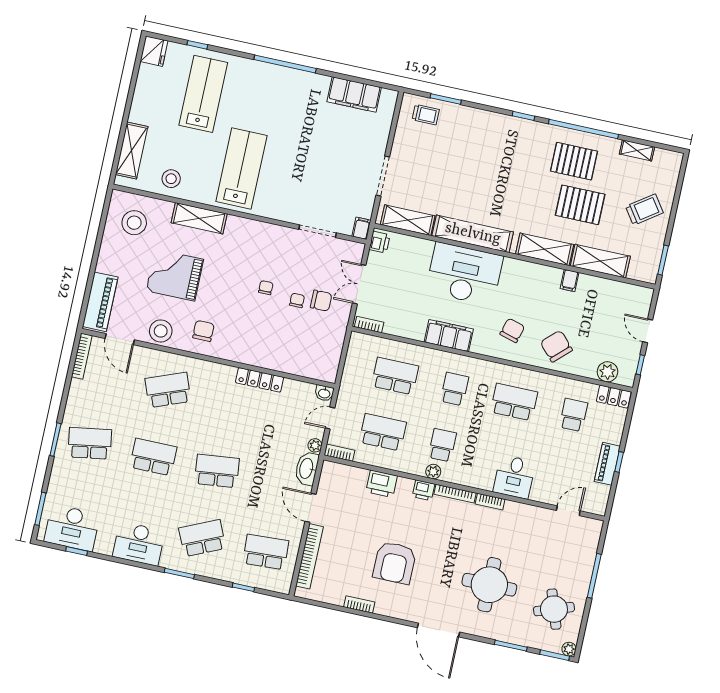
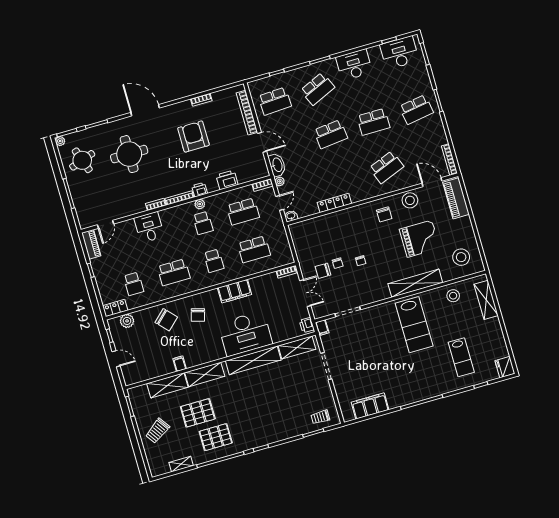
lab bench: (203, 94) -> (461, 357), width x0.73, depth x0.72
shelving: (199, 218) -> (415, 283), width x1.47
piano: (607, 464) -> (91, 244), moved

